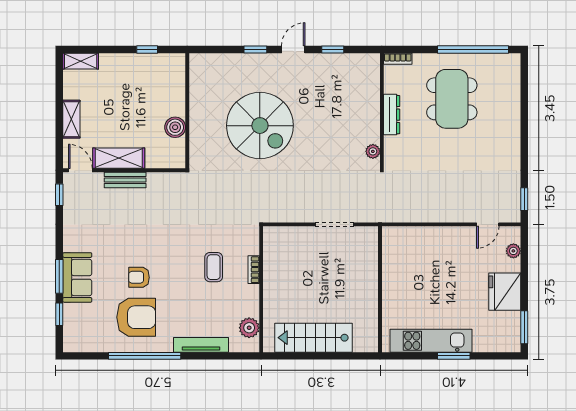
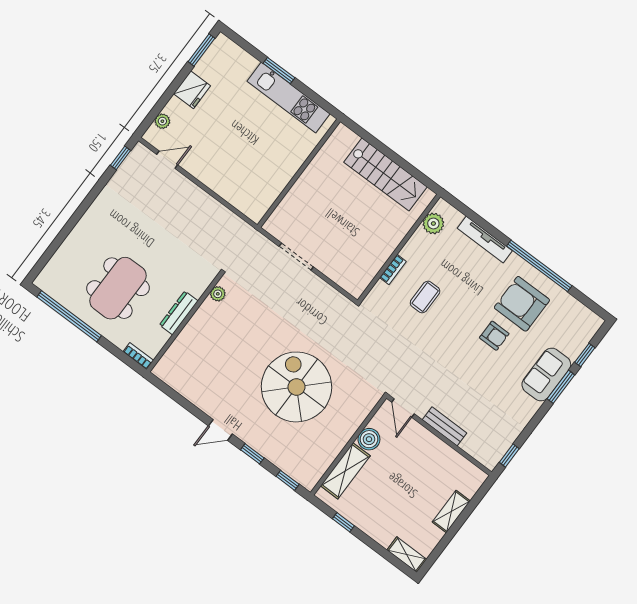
window: (333, 50) -> (288, 480), moved
shelving: (119, 158) -> (345, 471), moved, turned 90
door: (80, 170) -> (403, 408), moved
fridge: (505, 292) -> (192, 90), width x0.73, depth x0.75

